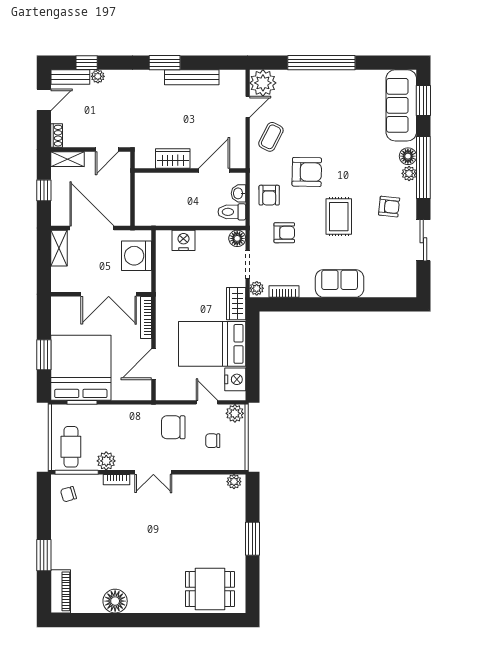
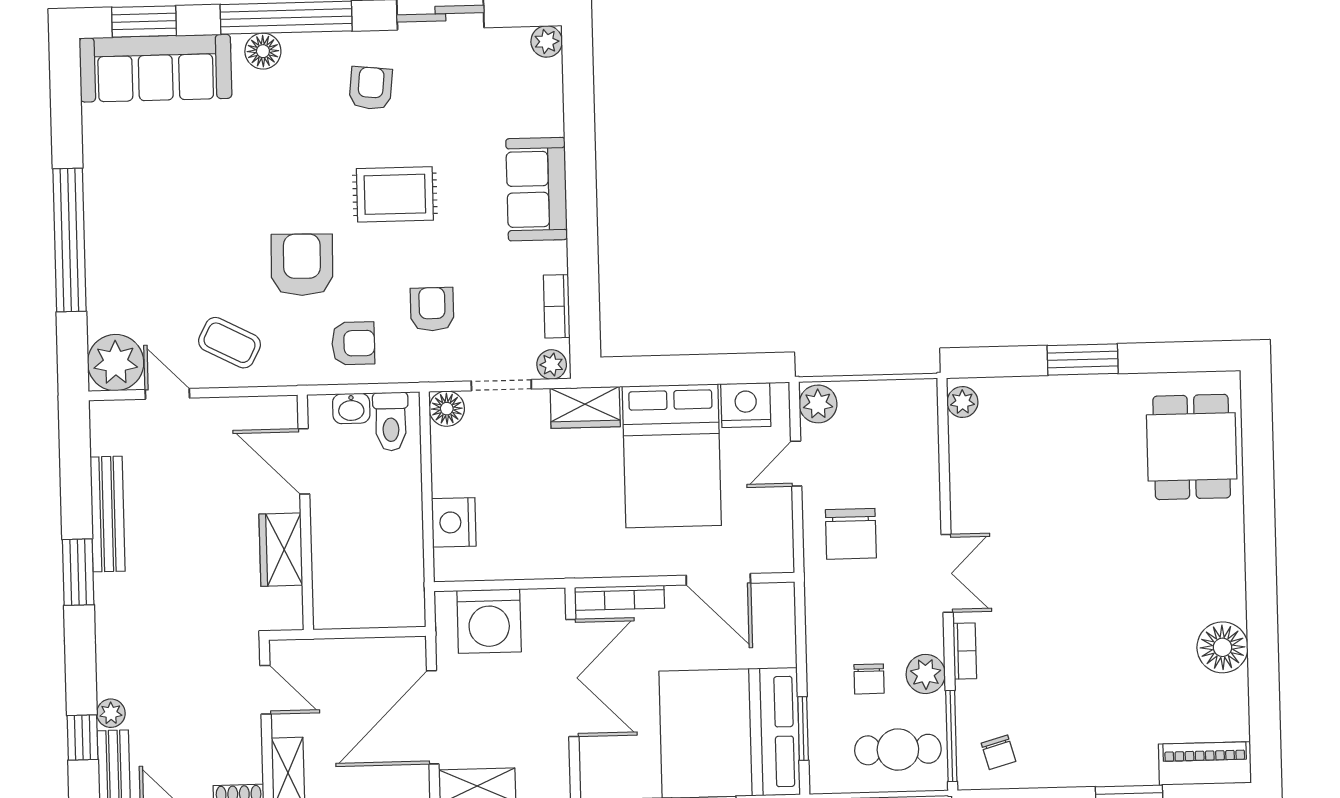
plant: (409, 173) -> (547, 41), moved
chair: (213, 441) -> (869, 679), moved

